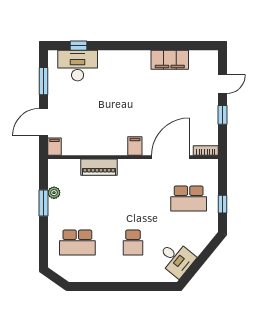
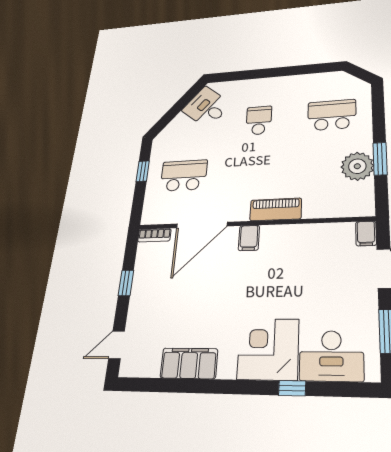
window: (78, 46) -> (292, 388), moved
corner desk: (118, 69) -> (268, 349), added
door: (222, 84) -> (117, 345), moved
piano: (99, 167) -> (276, 209), moved
plant: (54, 193) -> (357, 166), width x1.88, depth x1.88

